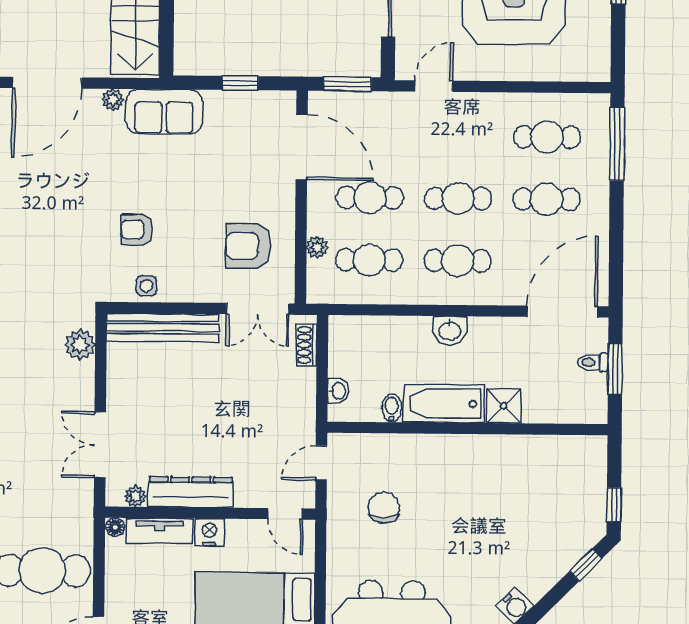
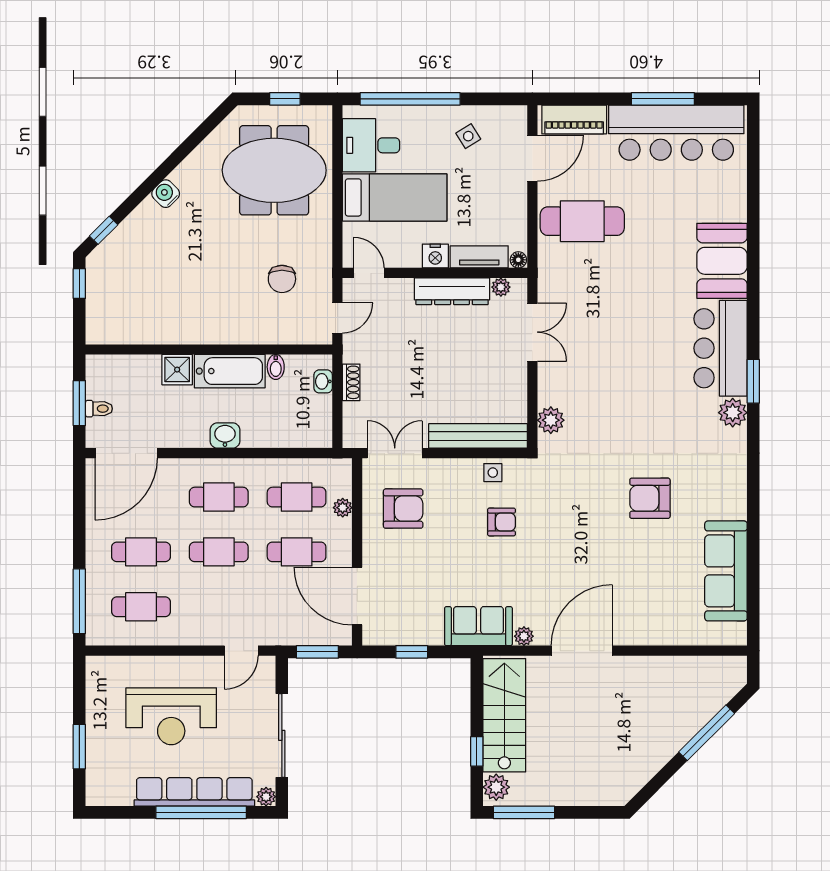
shoe rack: (307, 345) -> (351, 382), moved

